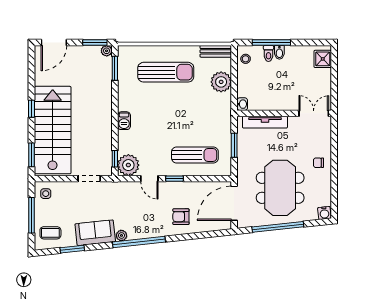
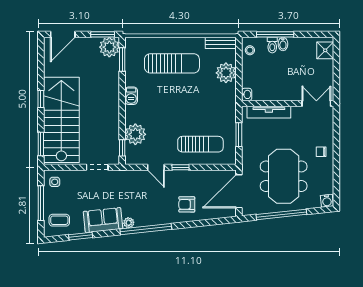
plant: (107, 51) -> (109, 47), width x1.88, depth x1.88
barbecue: (124, 121) -> (131, 96), moved
plant: (128, 165) -> (135, 134), moved

